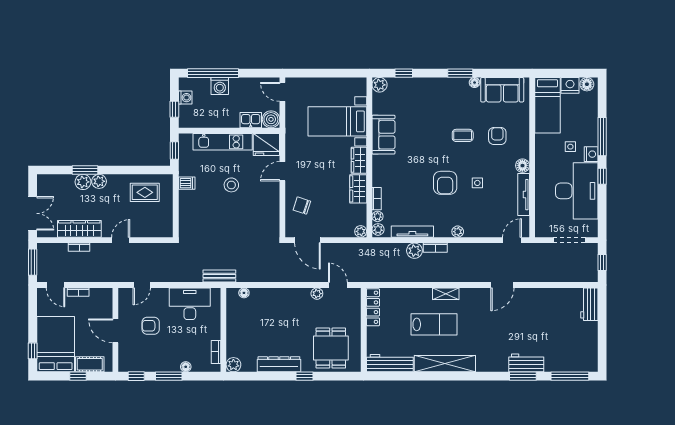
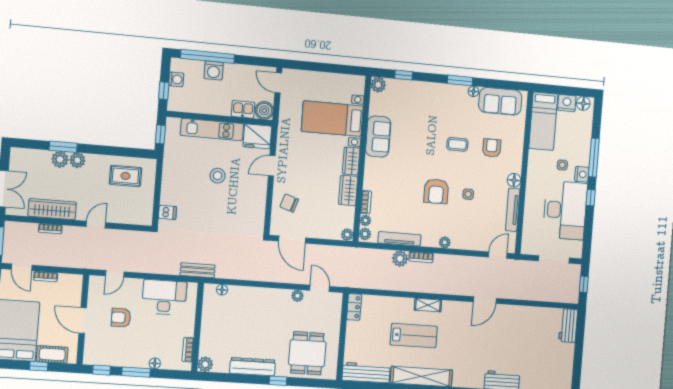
dishwasher: (187, 183) -> (167, 212), moved
locker: (373, 307) -> (354, 307), width x0.66

